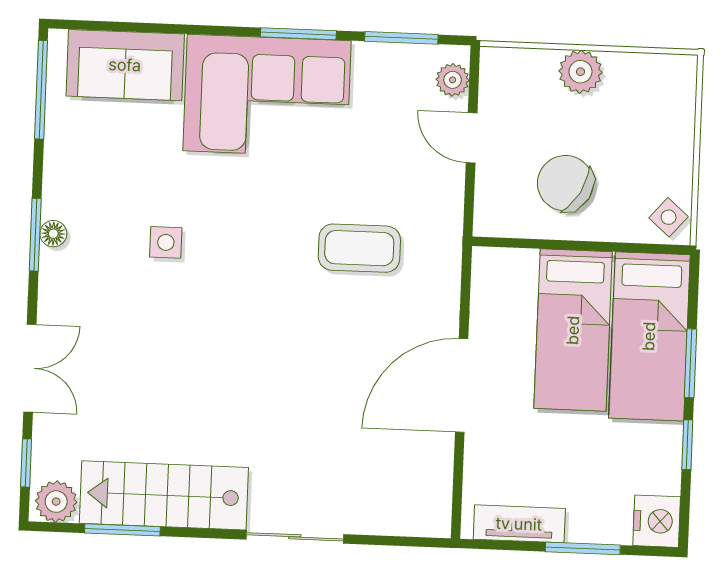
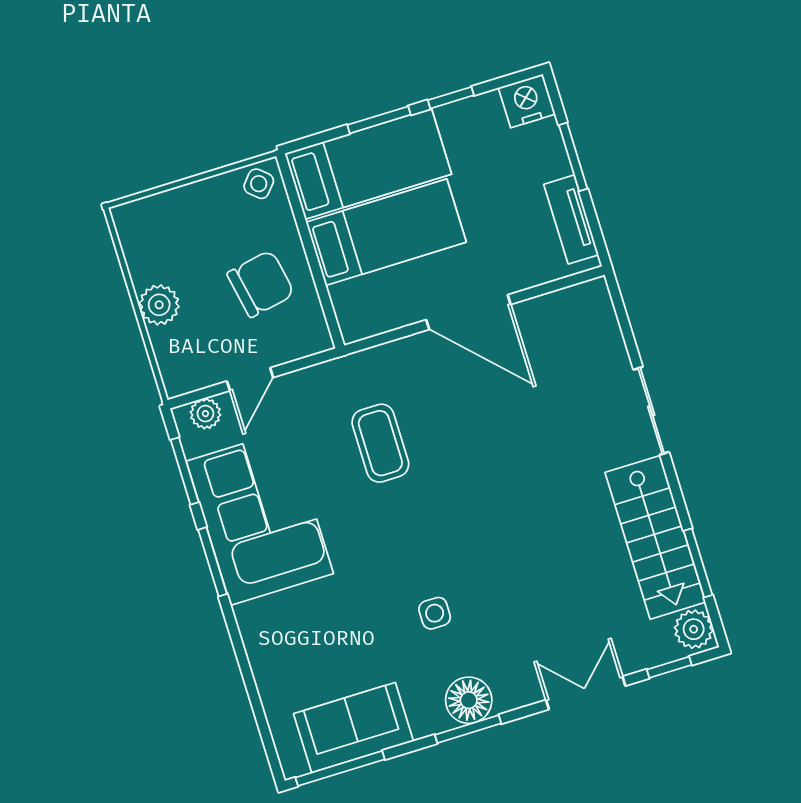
sofa: (125, 65) -> (353, 728), moved, turned -90
corner sofa: (267, 96) -> (260, 517), moved
chair: (565, 183) -> (261, 284), turned -131
floor lamp: (53, 234) -> (469, 700), width x1.89, depth x1.89

